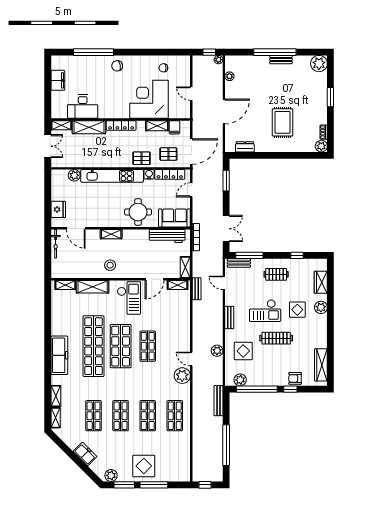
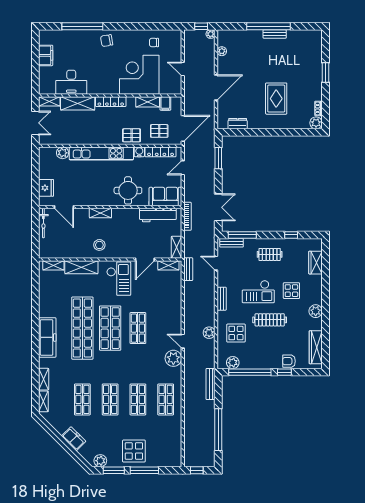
plant: (319, 64) -> (314, 38), removed
plant: (321, 307) -> (316, 311), moved

